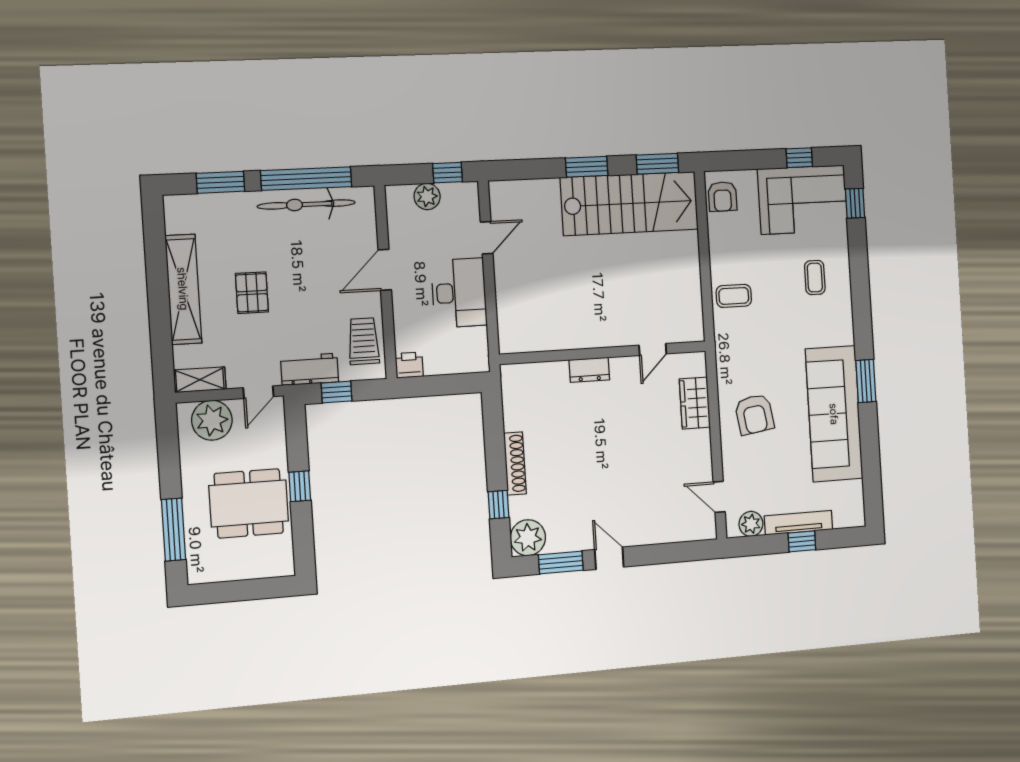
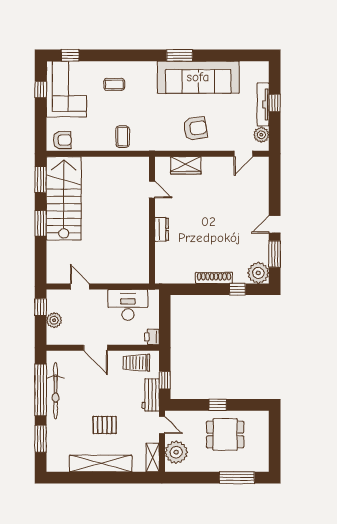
desk: (459, 293) -> (128, 305), moved
dining table: (249, 503) -> (225, 435), width x0.73

